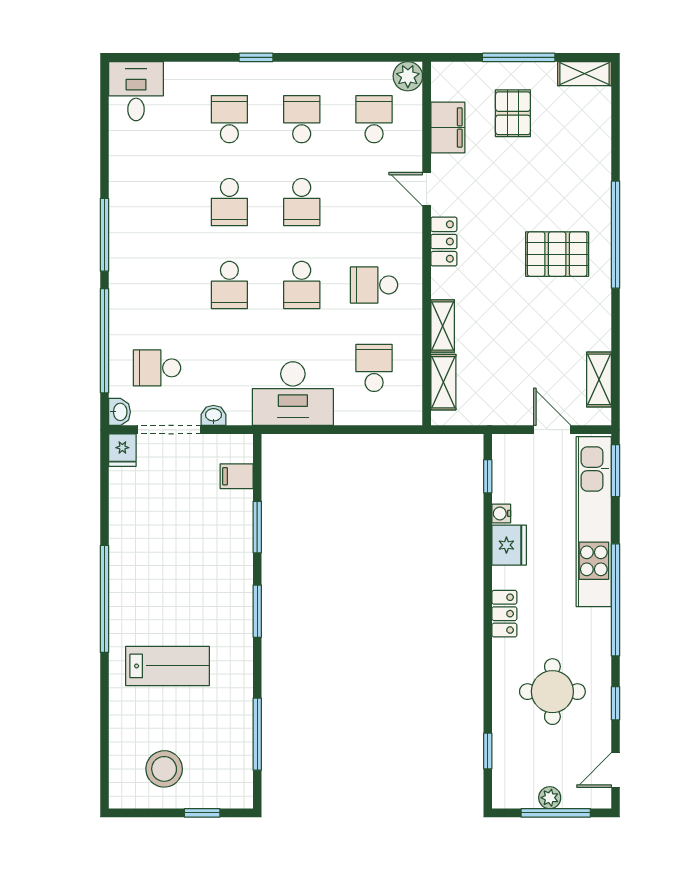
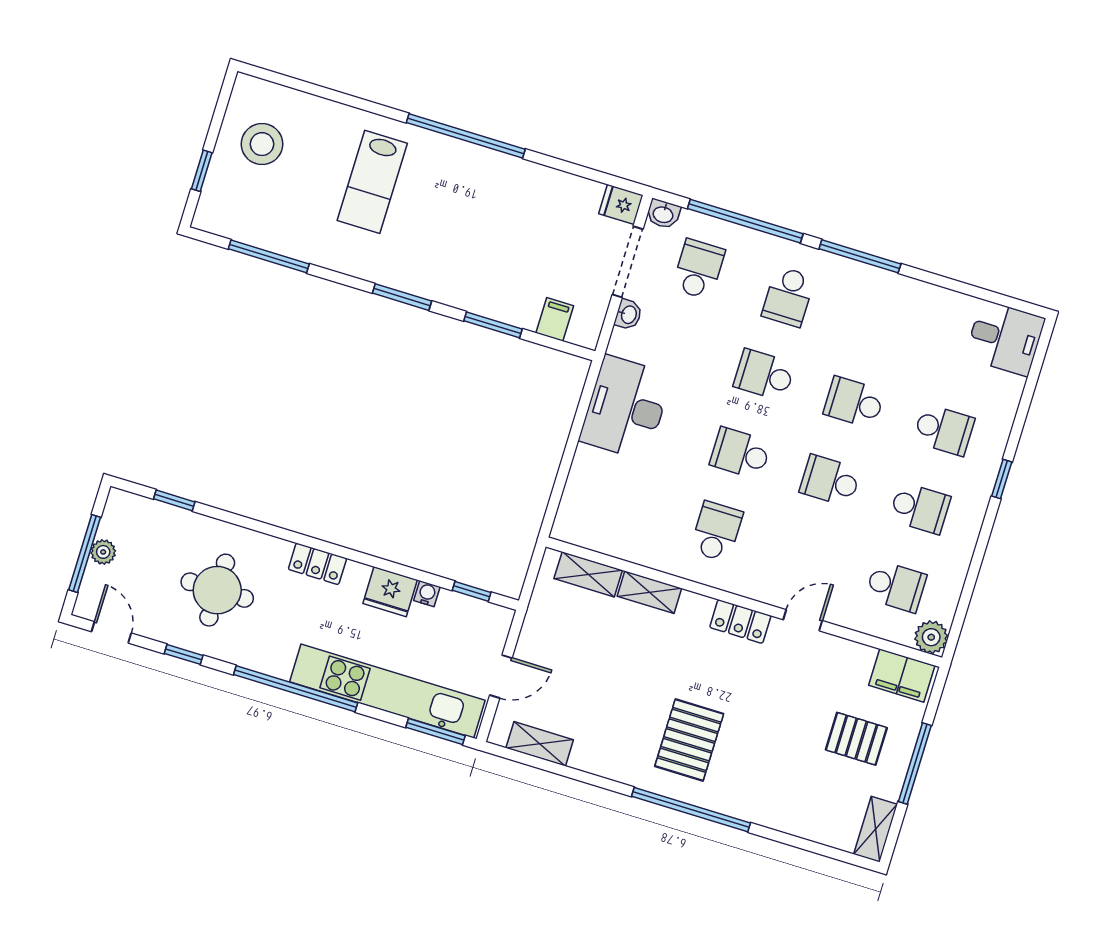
filing cabinet: (448, 128) -> (902, 676), moved
school desk: (374, 368) -> (788, 297), moved, turned 90

